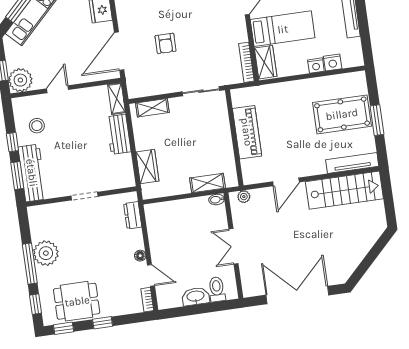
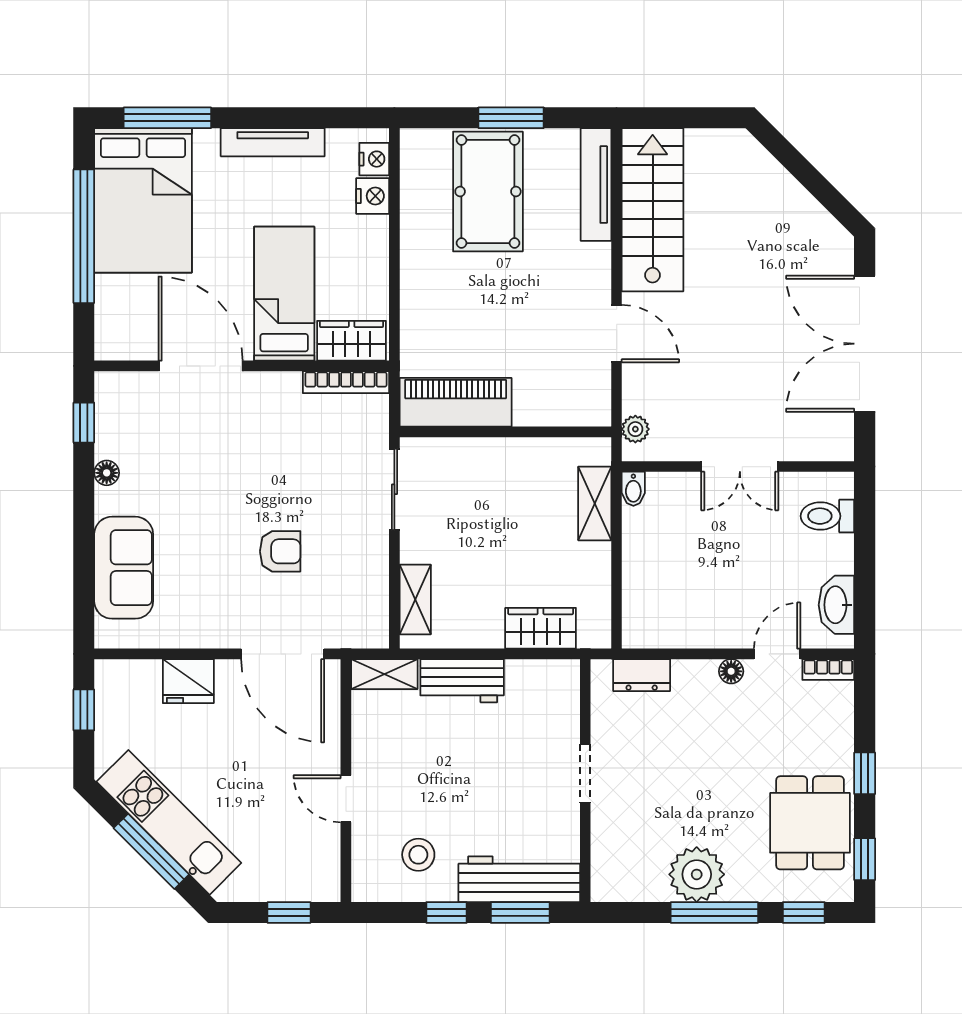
nightstand: (316, 66) -> (374, 159), moved
plant: (20, 80) -> (315, 876), removed
piano: (247, 132) -> (456, 402), moved
washbasin: (196, 296) -> (836, 605), moved

